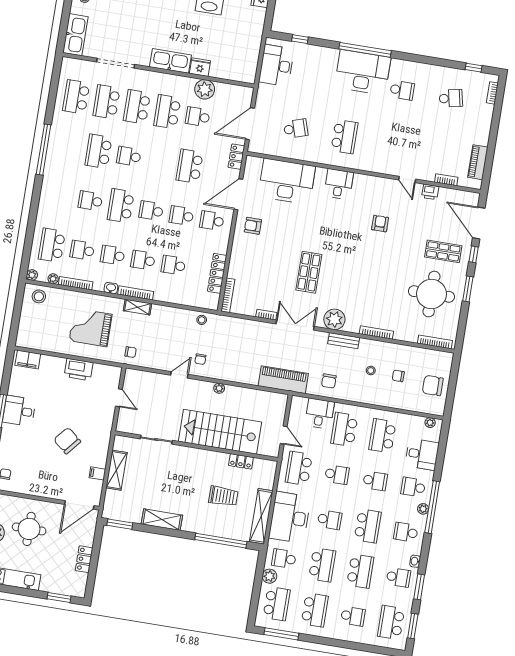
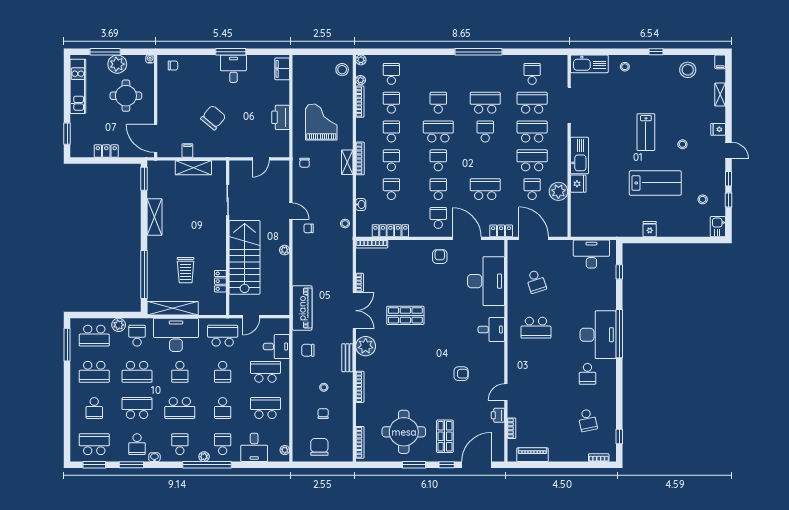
school desk: (76, 97) -> (532, 74), width x0.54
school desk: (52, 245) -> (391, 74), width x0.54
washbasin: (111, 288) -> (361, 205), moved
school desk: (360, 571) -> (137, 408), turned 180

